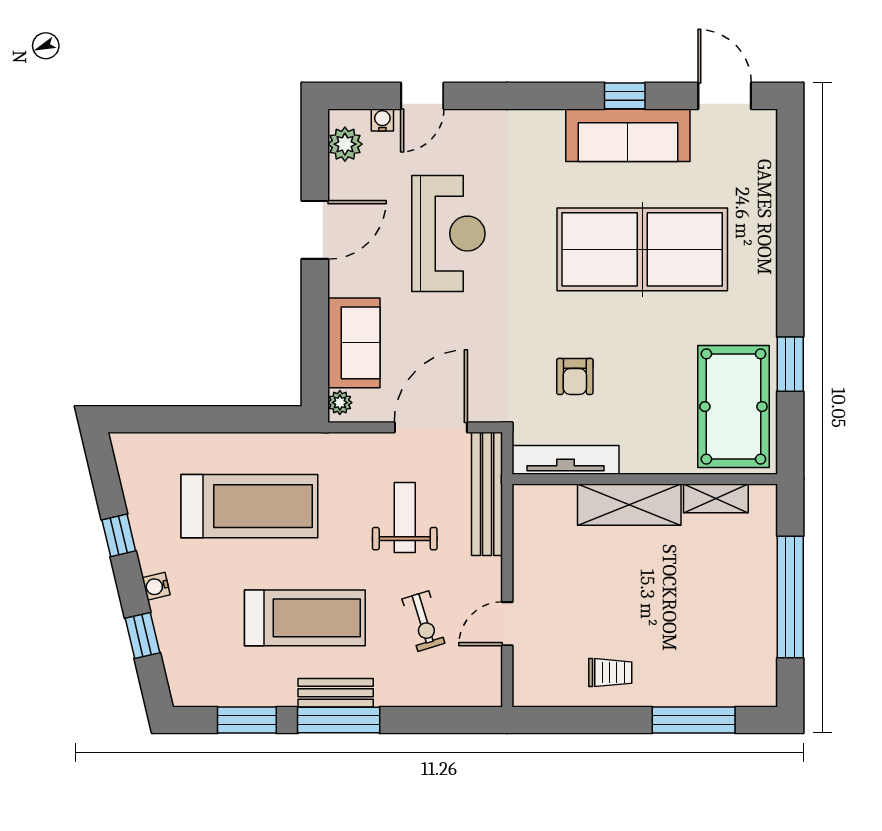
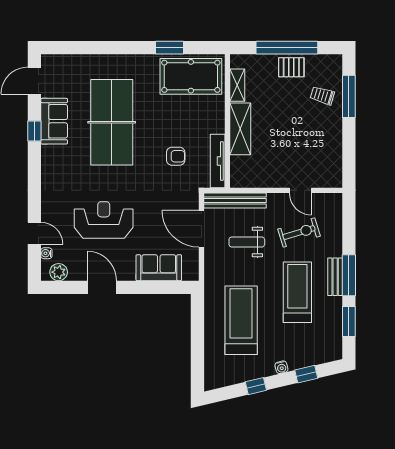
sofa: (628, 135) -> (54, 121), width x0.73
plant: (340, 403) -> (189, 275), removed
pallet: (752, 606) -> (291, 67), added
exercise bike: (423, 621) -> (299, 233), width x1.38, depth x1.39
trolley: (610, 673) -> (322, 96), moved, turned -73

